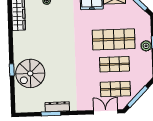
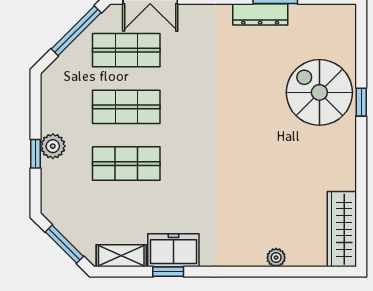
shop shelf: (114, 39) -> (126, 164), width x0.70, depth x0.74
spiral stairs: (30, 73) -> (319, 92), turned -90

